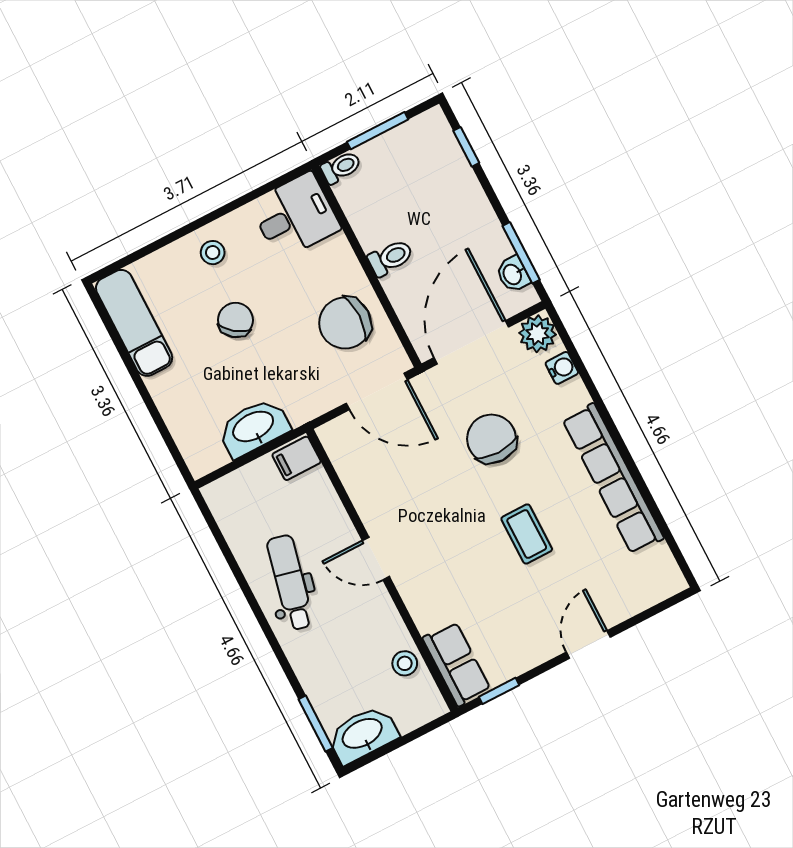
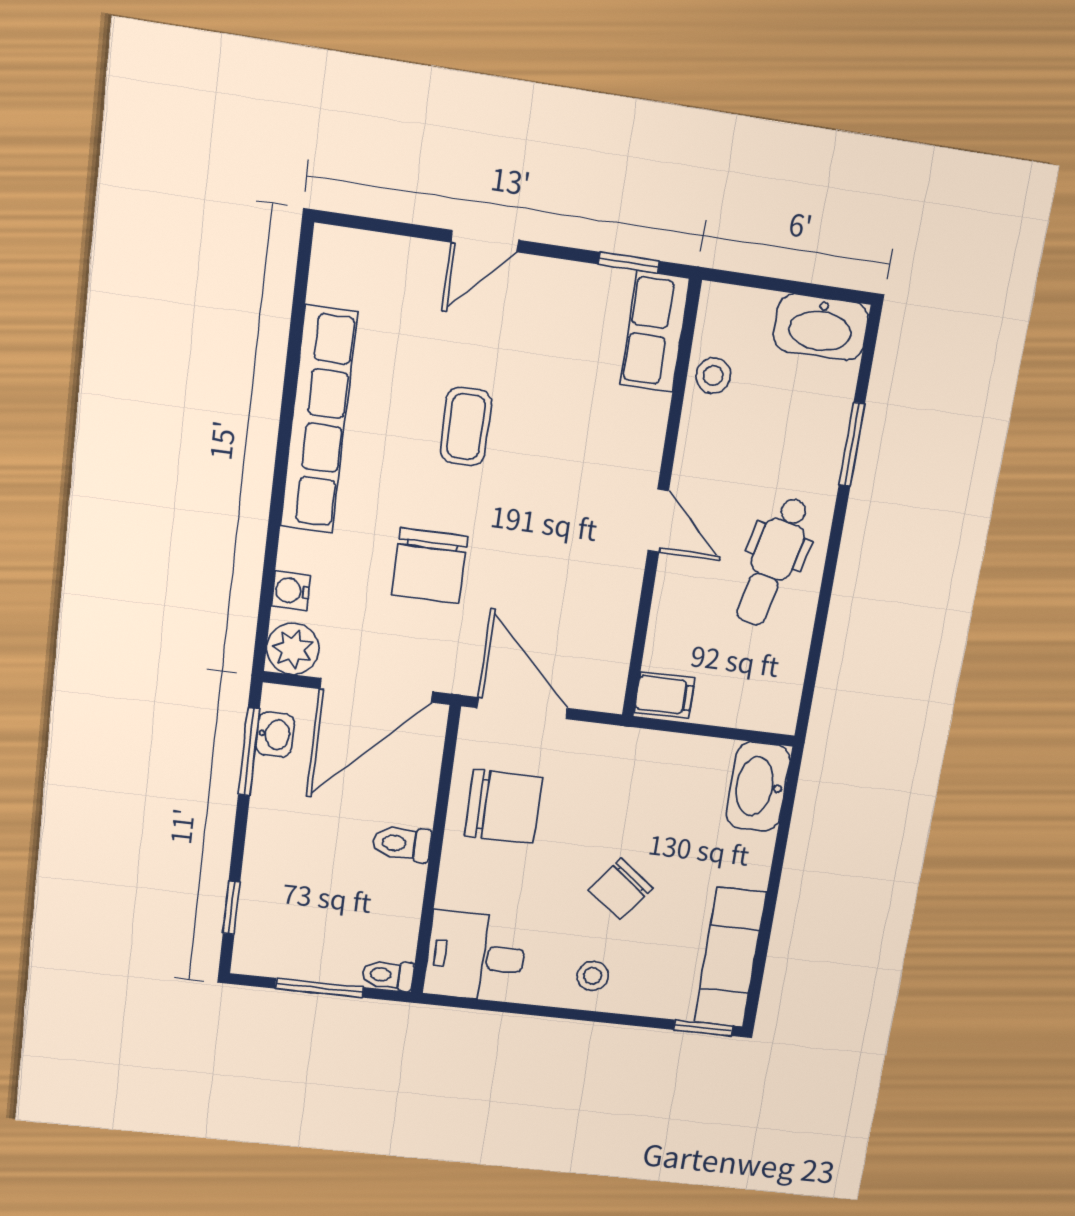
window: (117, 266) -> (703, 1028), added
washbasin: (254, 427) -> (758, 787), moved, turned 90
window: (316, 724) -> (852, 444), moved

